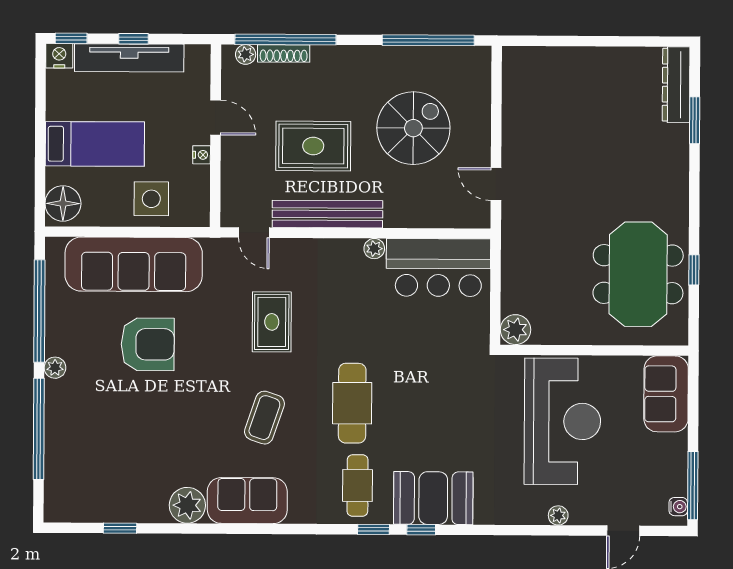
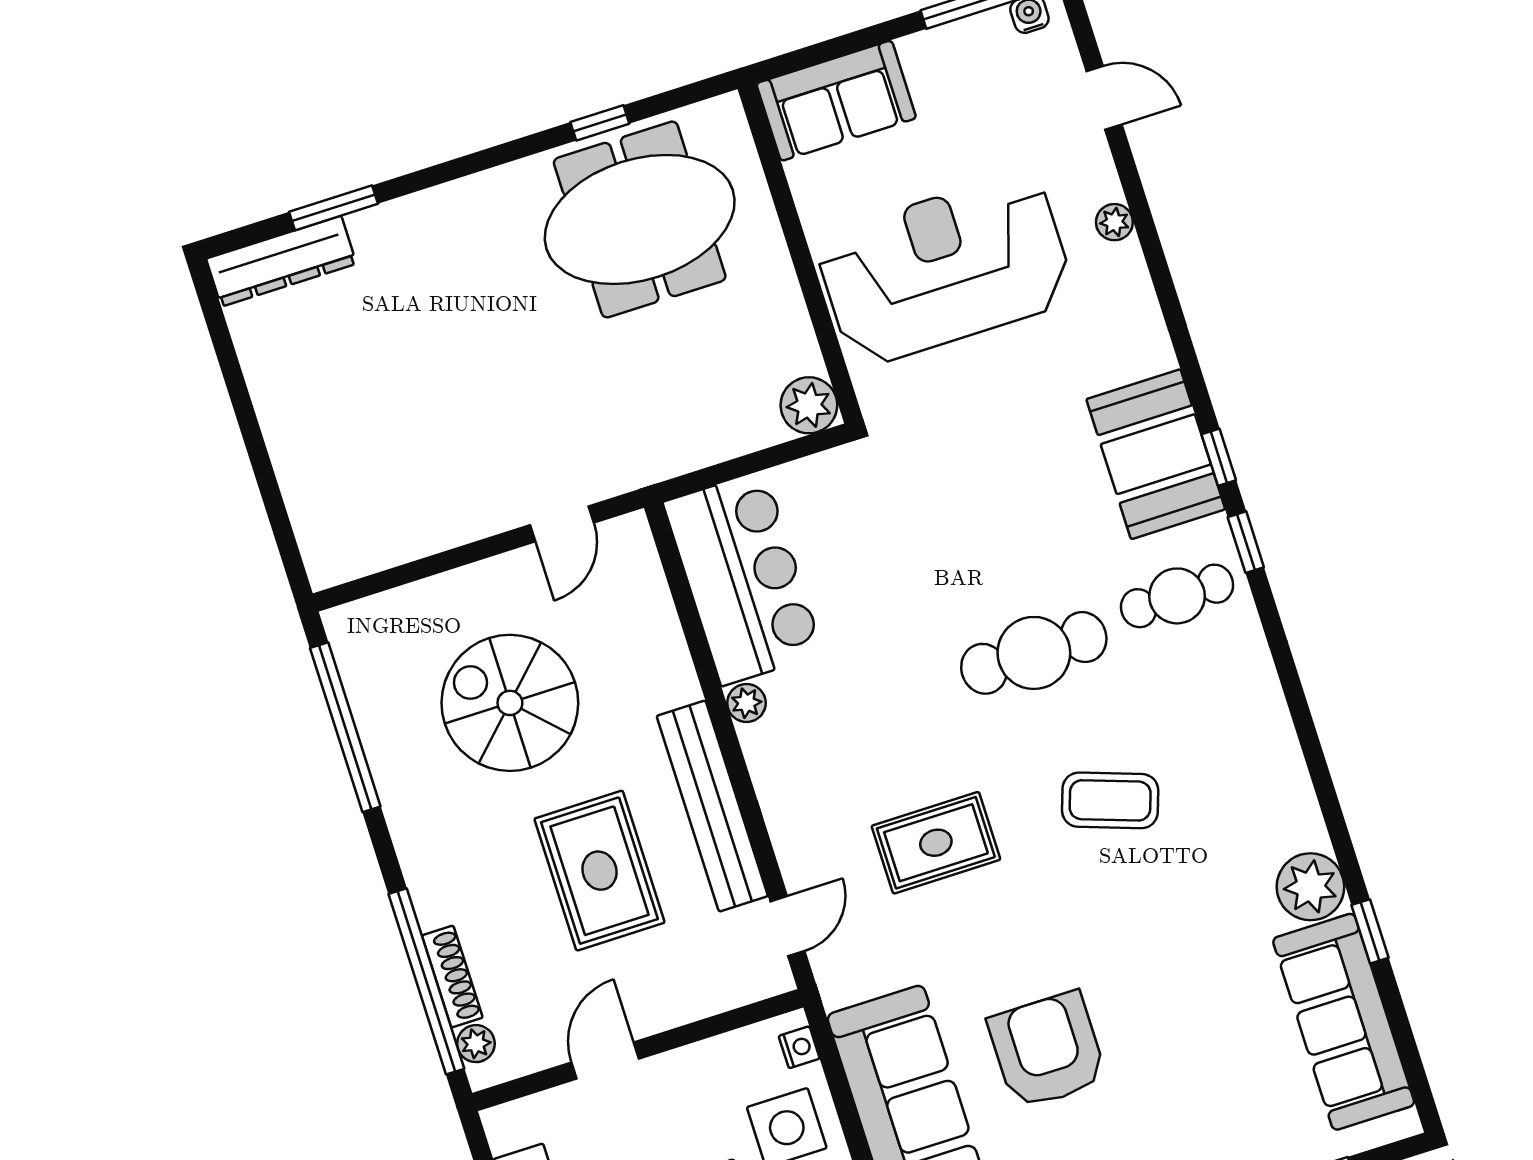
nightstand: (202, 155) -> (799, 1047), moved, turned 90
sofa: (247, 501) -> (1344, 1022), moved, width x1.36
window: (120, 528) -> (1370, 931), moved

